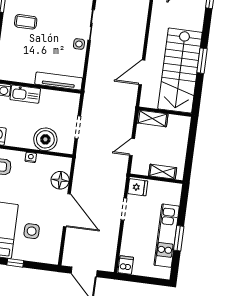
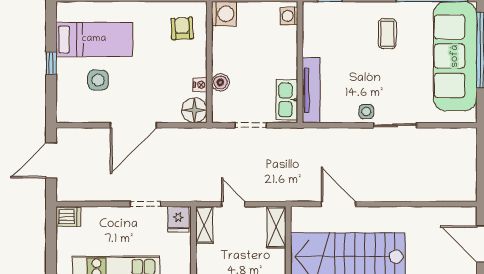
kitchen sink: (25, 94) -> (287, 100), moved
boiler: (45, 139) -> (220, 82), width x0.54, depth x0.54
nightstand: (31, 157) -> (200, 85), moved
shelving: (163, 172) -> (204, 225), moved
floor lamp: (60, 180) -> (194, 110), moved

